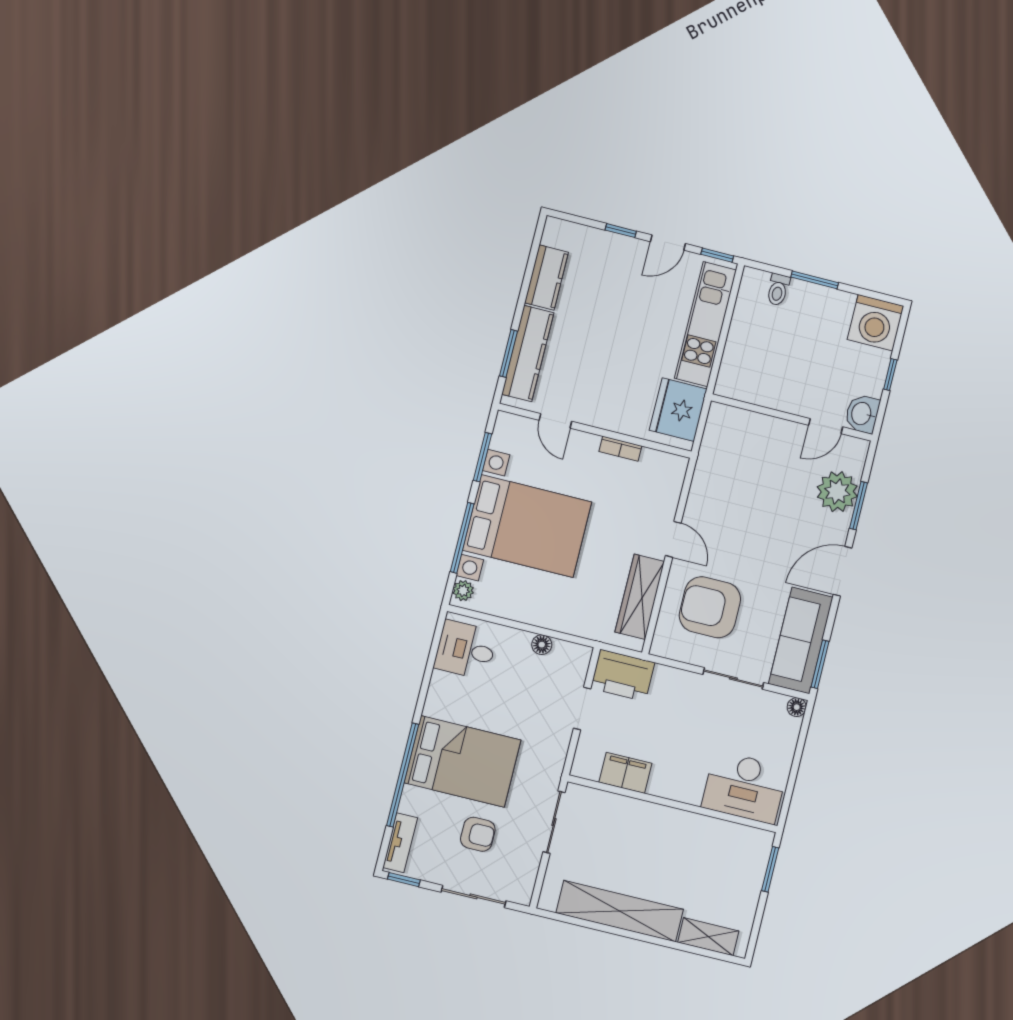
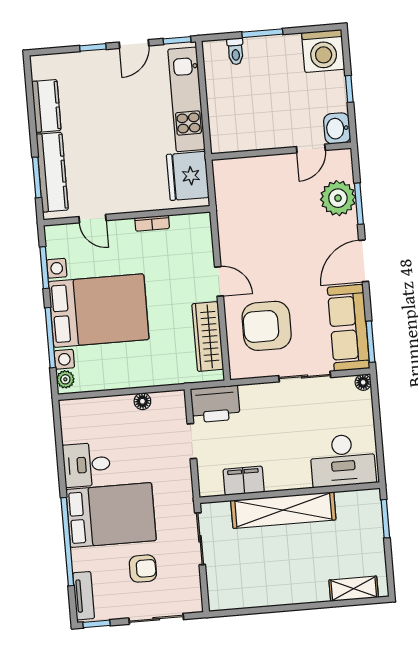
desk: (466, 650) -> (87, 465), moved
shelving: (620, 911) -> (283, 510), moved

